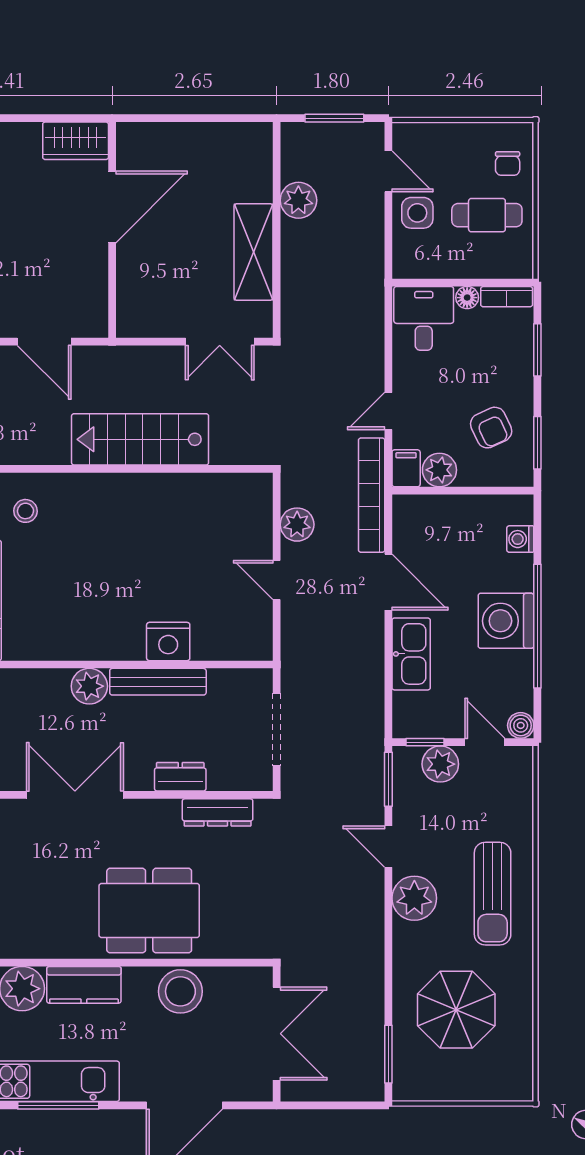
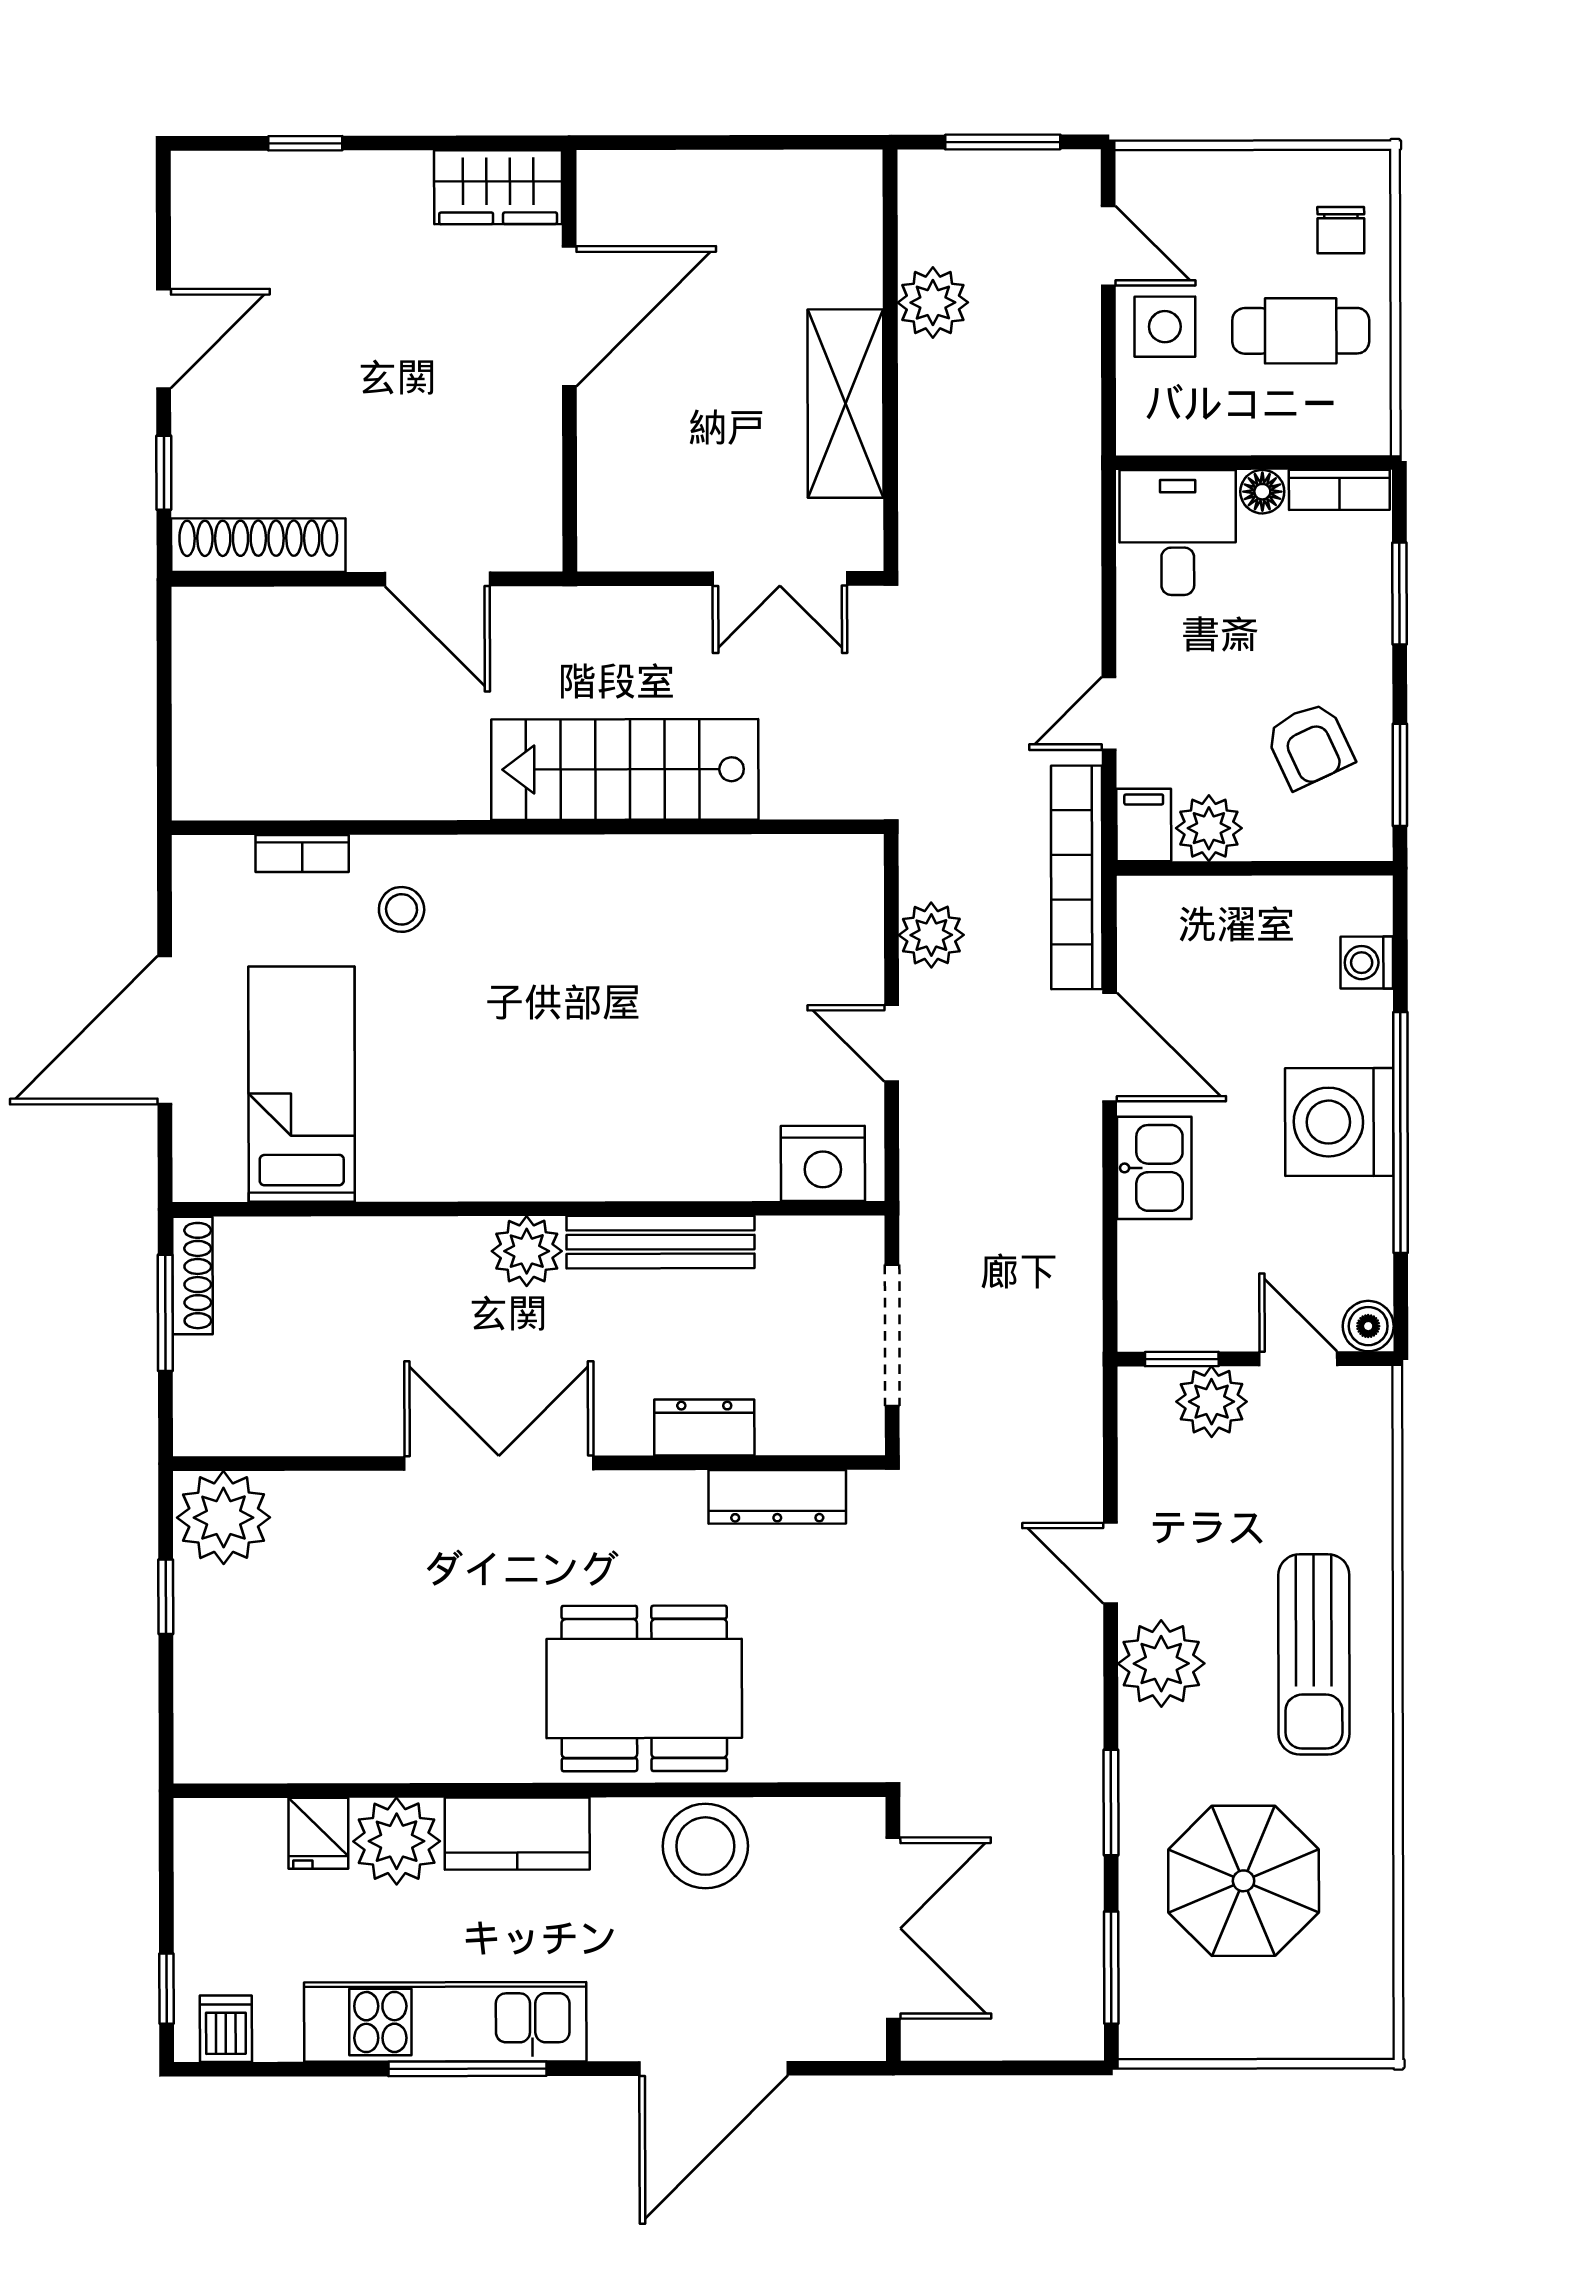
nightstand: (168, 642) -> (823, 1163), moved
kitchen sink: (411, 654) -> (1154, 1168), width x0.73
window: (388, 779) -> (1111, 1802), moved

